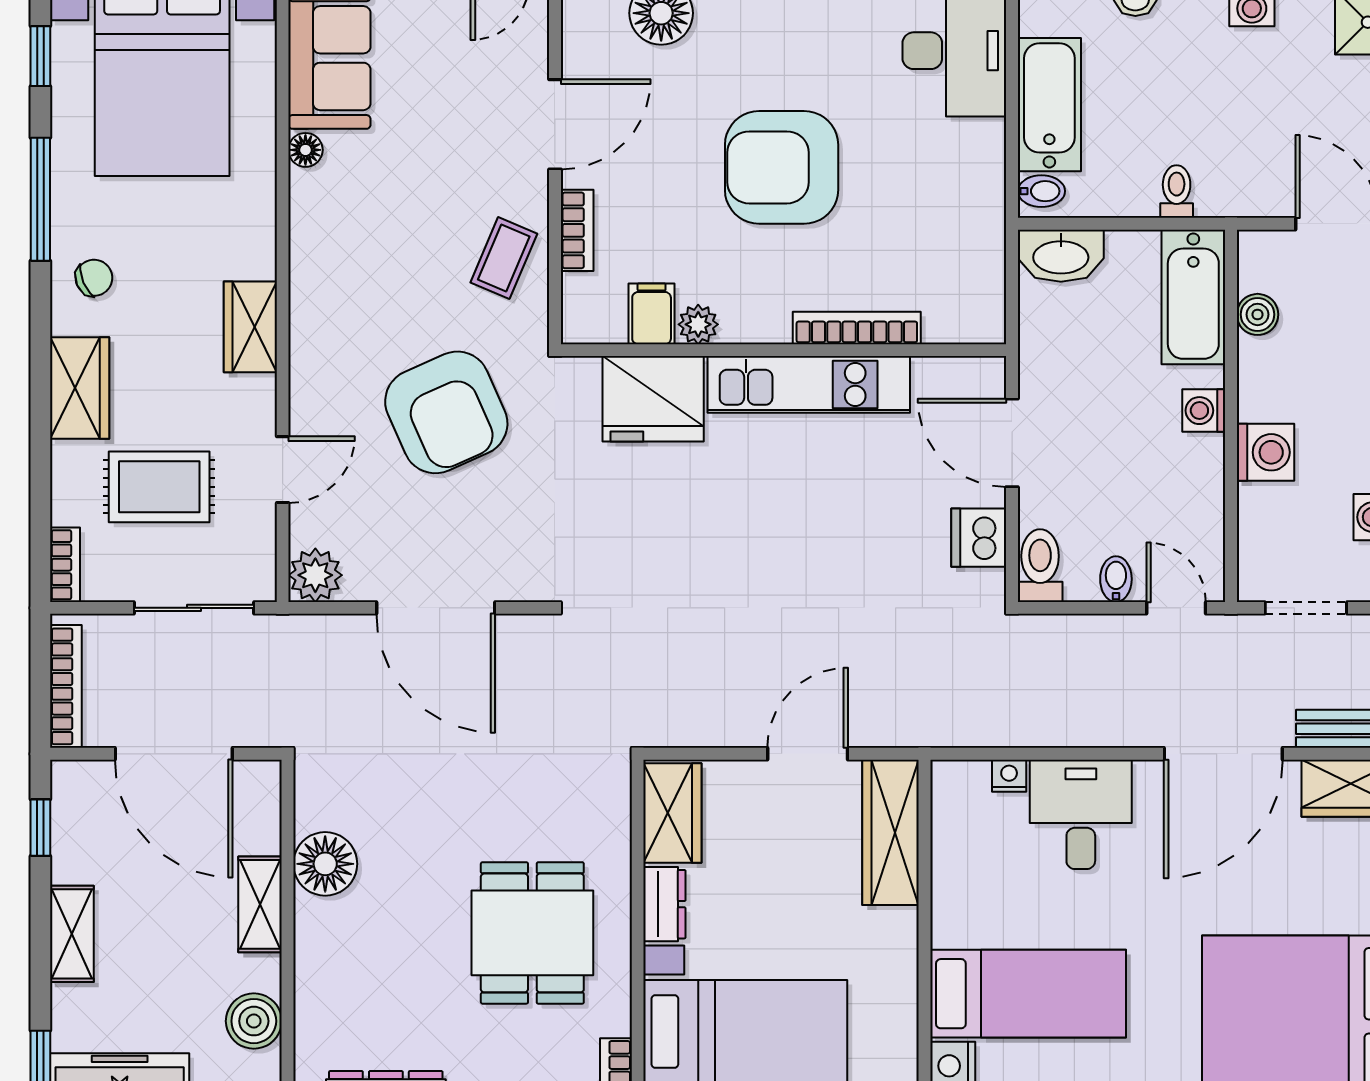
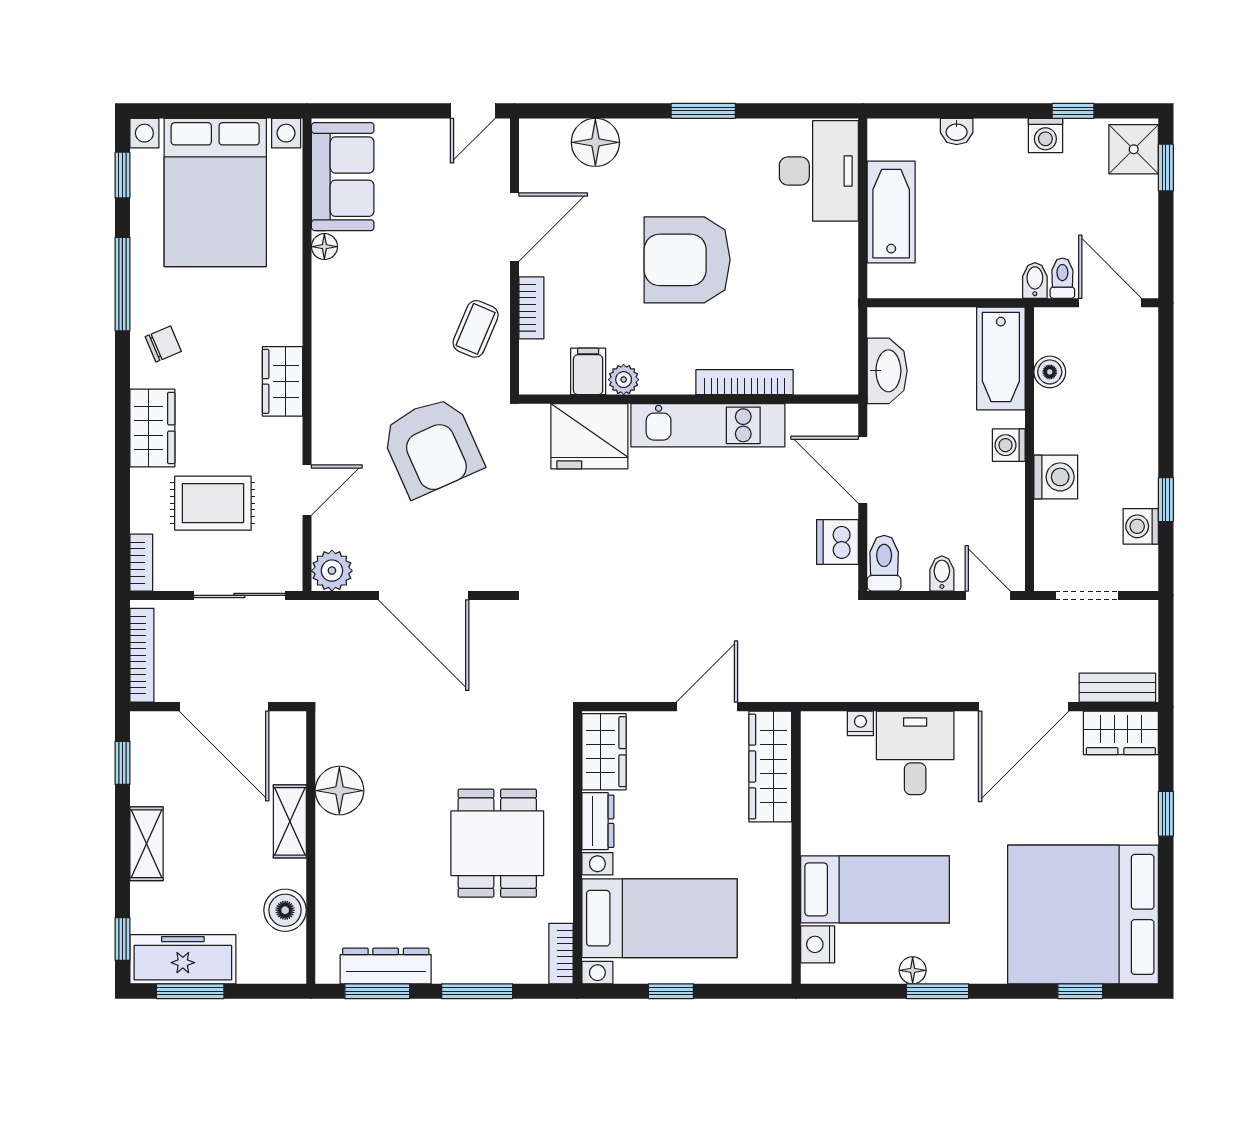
bidet: (1041, 191) -> (1035, 280), moved, turned -90
toilet: (1177, 191) -> (1062, 278), moved
washbasin: (1061, 256) -> (887, 371), moved, turned -90

